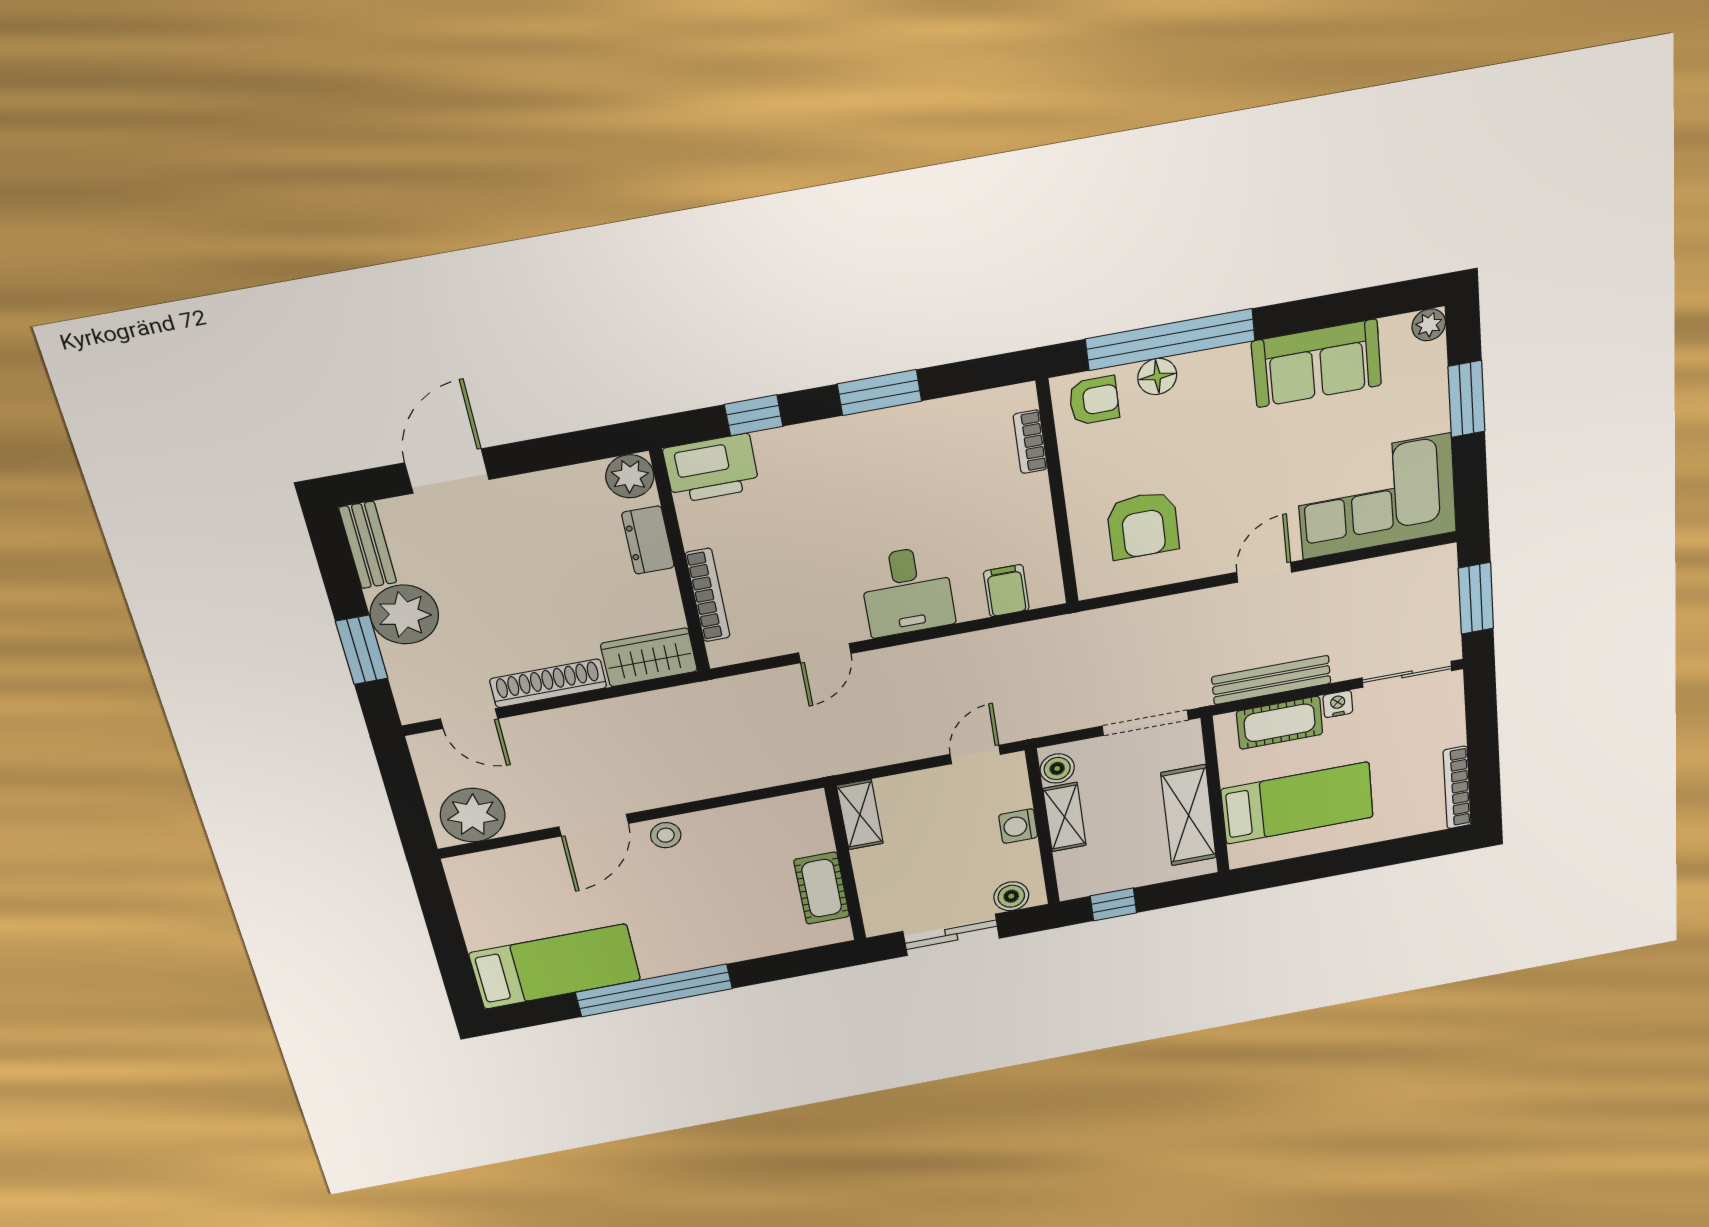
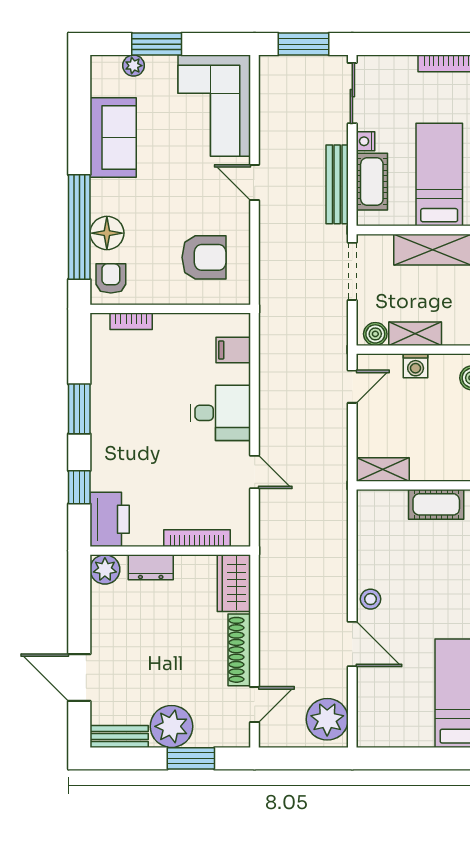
plant: (1429, 325) -> (134, 66), moved
floor lamp: (1157, 377) -> (107, 233), width x1.38, depth x1.38
door: (975, 754) -> (352, 387), swing flipped

